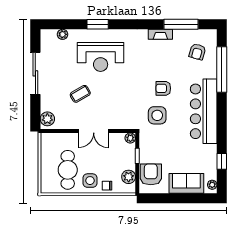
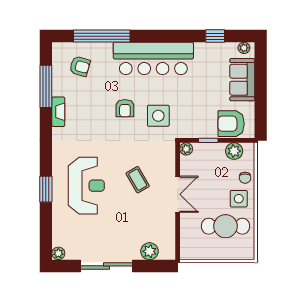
plant: (63, 34) -> (58, 253), moved
coffee table: (80, 94) -> (138, 180), moved
plant: (47, 119) -> (150, 251), moved

